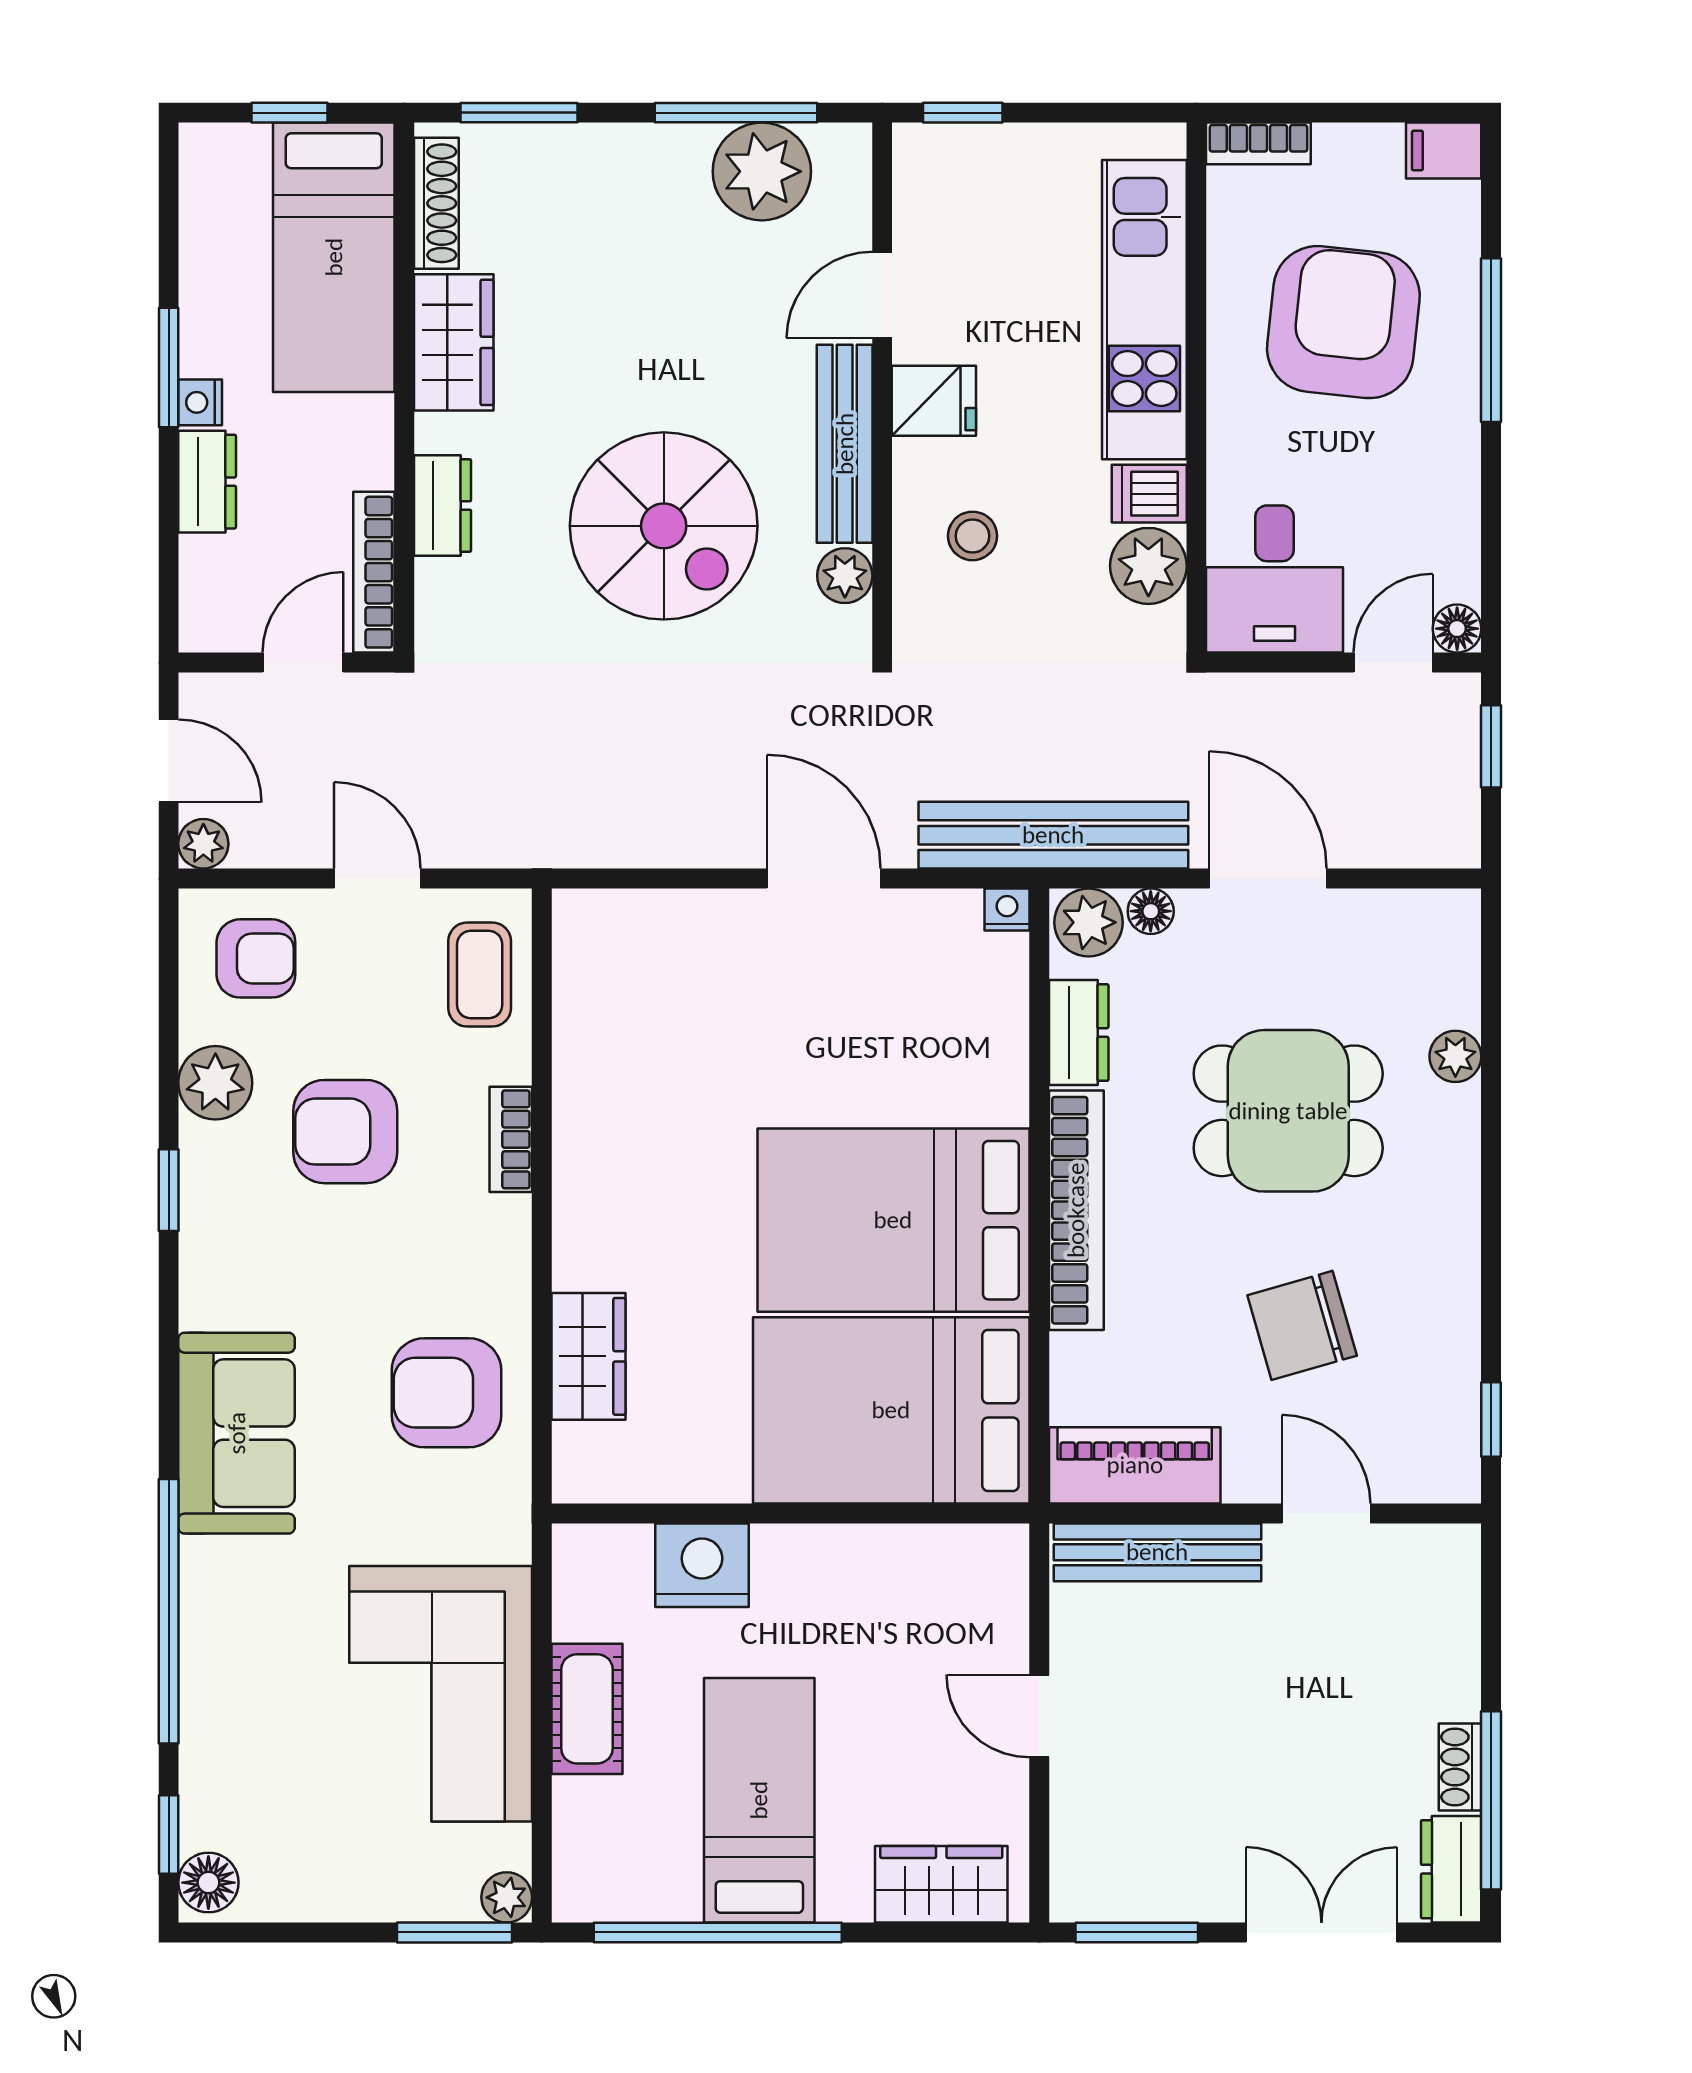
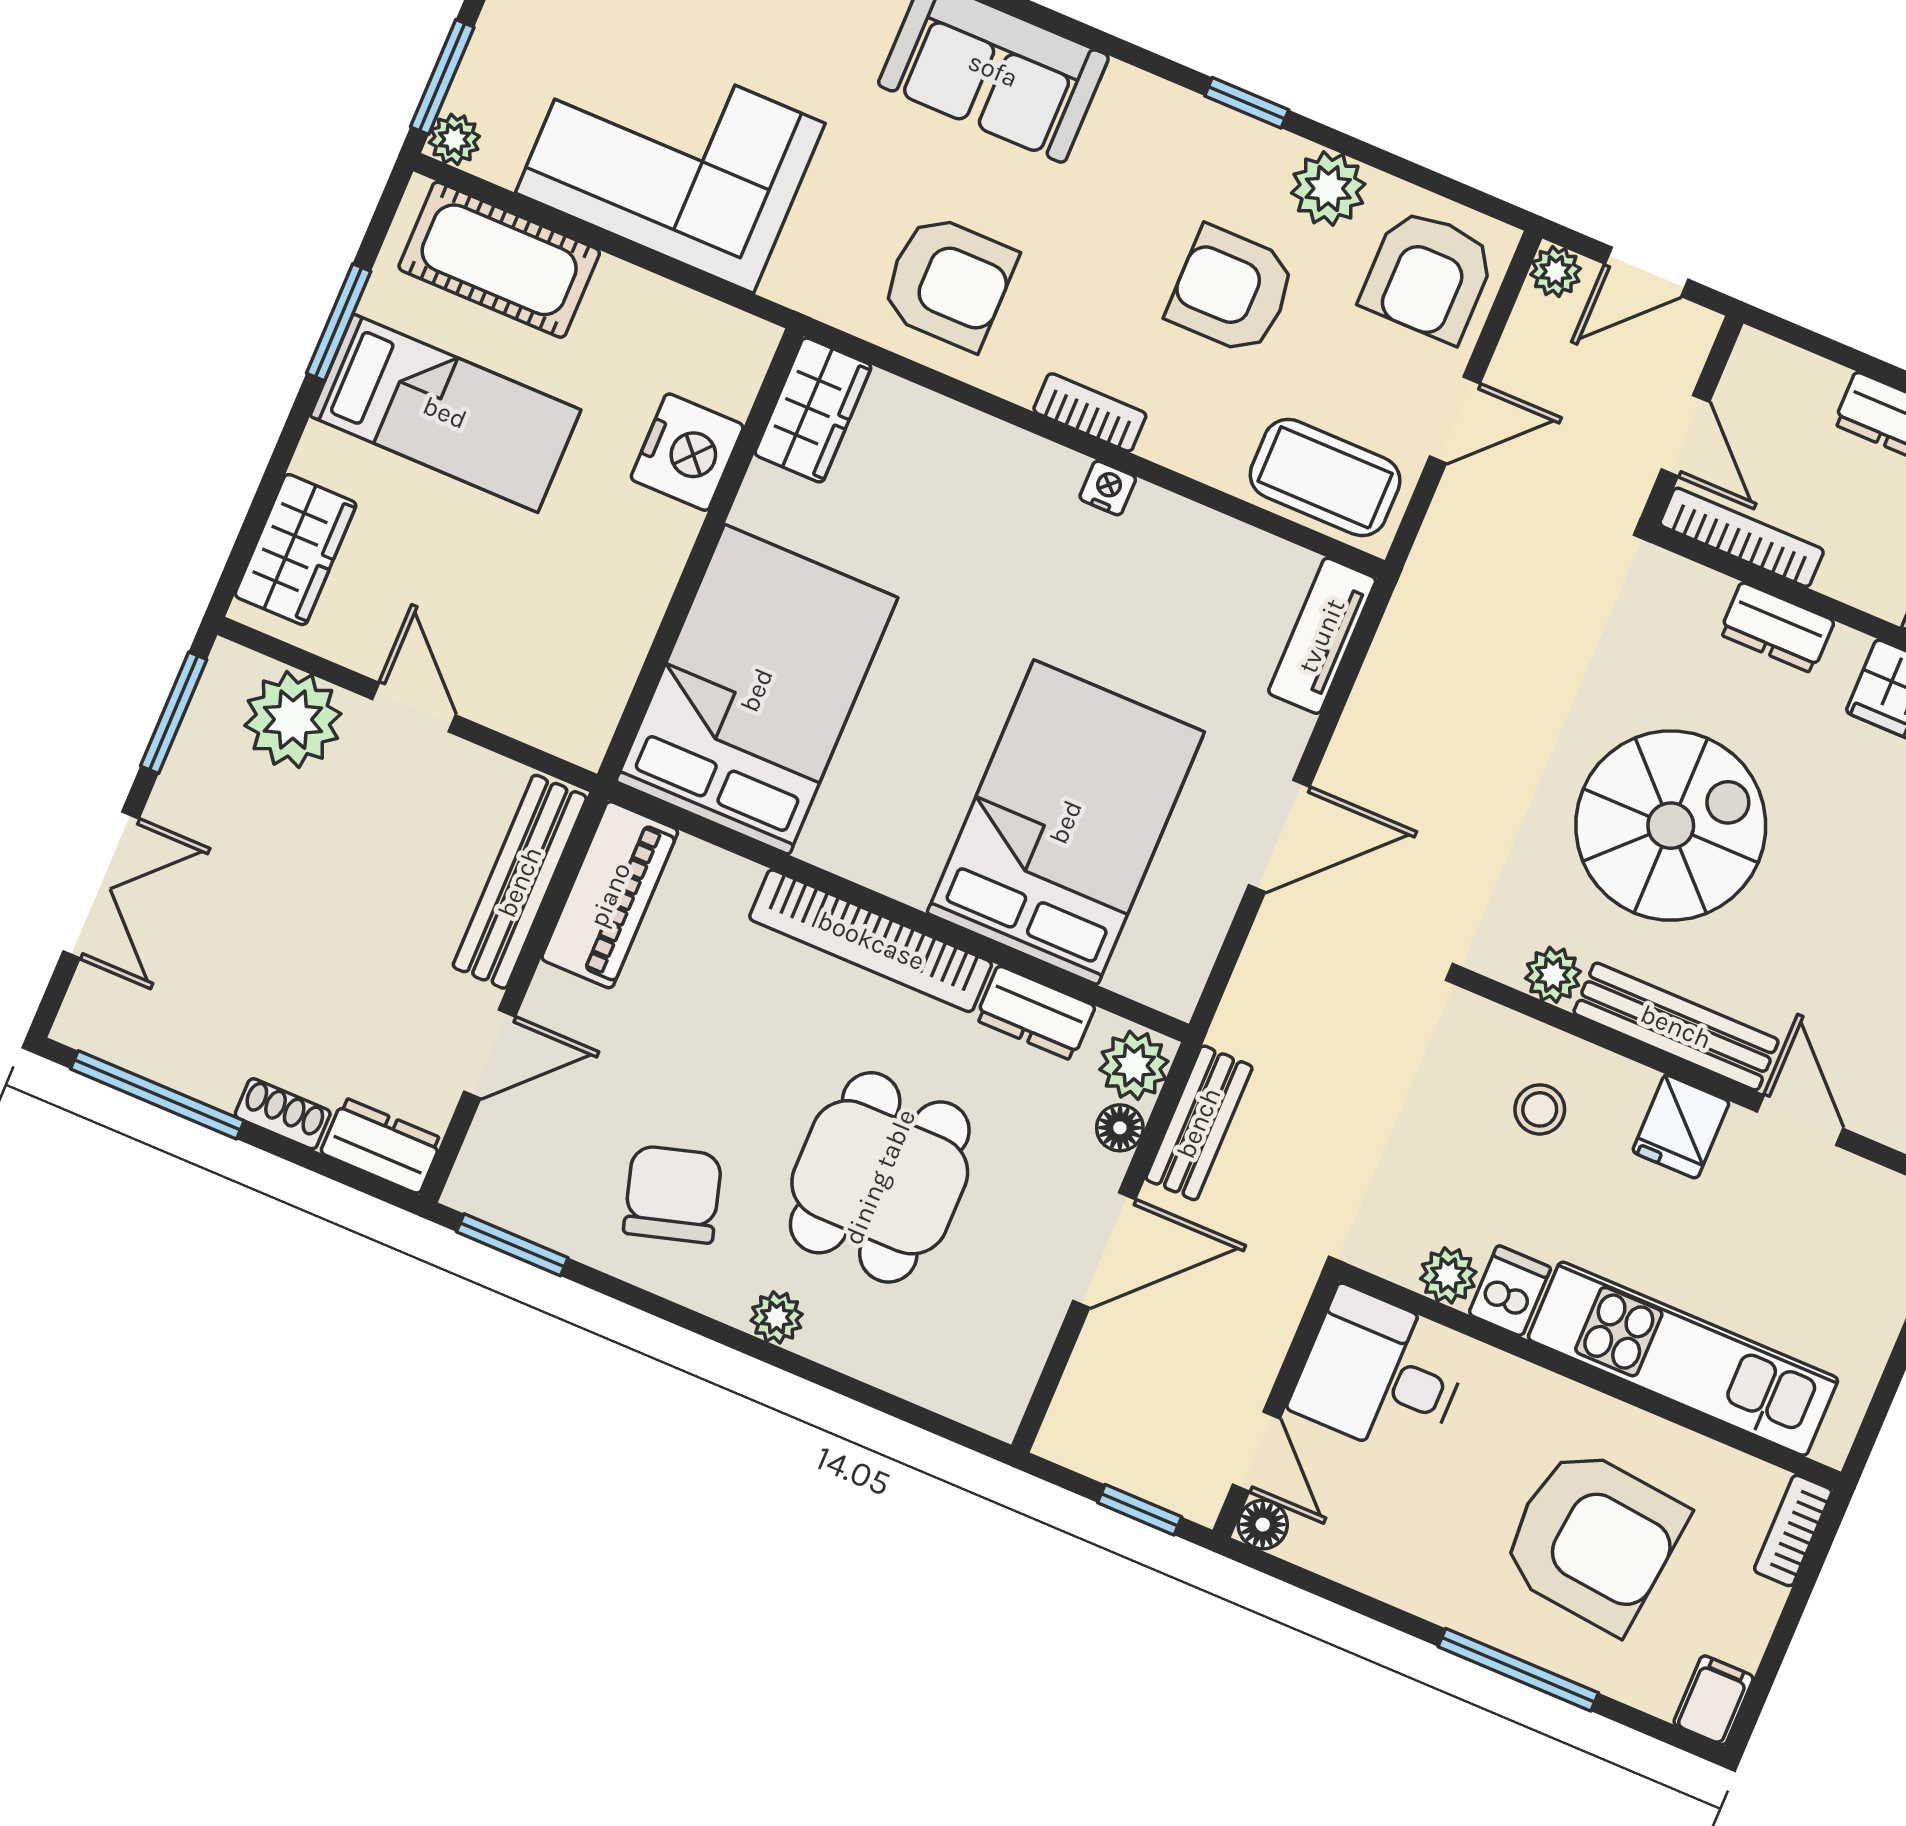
spiral stairs: (664, 526) -> (1671, 826), turned 180
plant: (1148, 566) -> (1448, 1275), width x0.73, depth x0.73
bench: (1053, 835) -> (1199, 1123), width x0.54, depth x0.82
nightstand: (1007, 910) -> (1108, 488), moved, turned -90
tv unit: (625, 916) -> (1322, 636), added
armchair: (256, 958) -> (1428, 275), width x1.38, depth x1.38
coffee table: (480, 975) -> (1325, 477), width x1.36, depth x1.30
plant: (1455, 1056) -> (777, 1317), moved
armchair: (345, 1132) -> (1232, 290), turned -90
bookcase: (511, 1139) -> (1090, 412), moved
bed: (893, 1220) -> (1066, 822), moved
chair: (1302, 1325) -> (673, 1194), moved
wardrobe: (588, 1356) -> (813, 410), moved, turned -90
armchair: (447, 1393) -> (948, 282), turned 90
window: (1491, 1419) -> (512, 1245), width x1.50
cot: (587, 1709) -> (499, 260), moved, width x1.37, depth x1.34
door: (1039, 1716) -> (414, 707), hinge flipped
shoe rack: (1460, 1767) -> (283, 1114), moved
plant: (1097, 1821) -> (293, 720), added
dresser: (1451, 1869) -> (381, 1146), moved
window: (718, 1932) -> (339, 322), width x0.47

